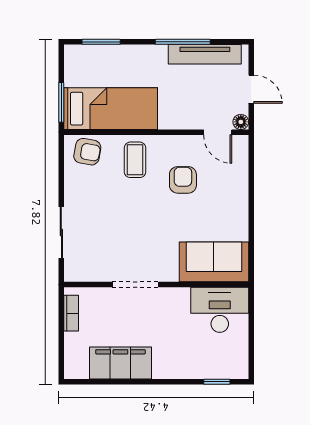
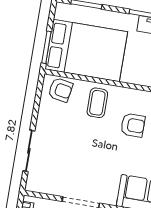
bed: (111, 109) -> (86, 50), width x1.50
armchair: (183, 180) -> (133, 125), turned 90

